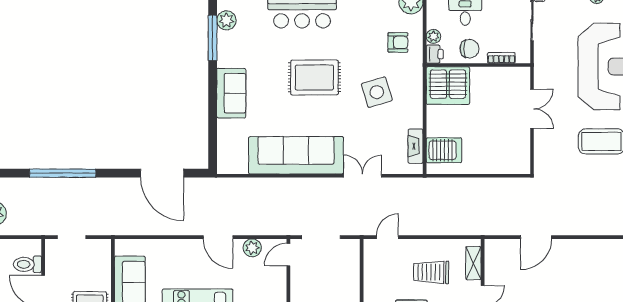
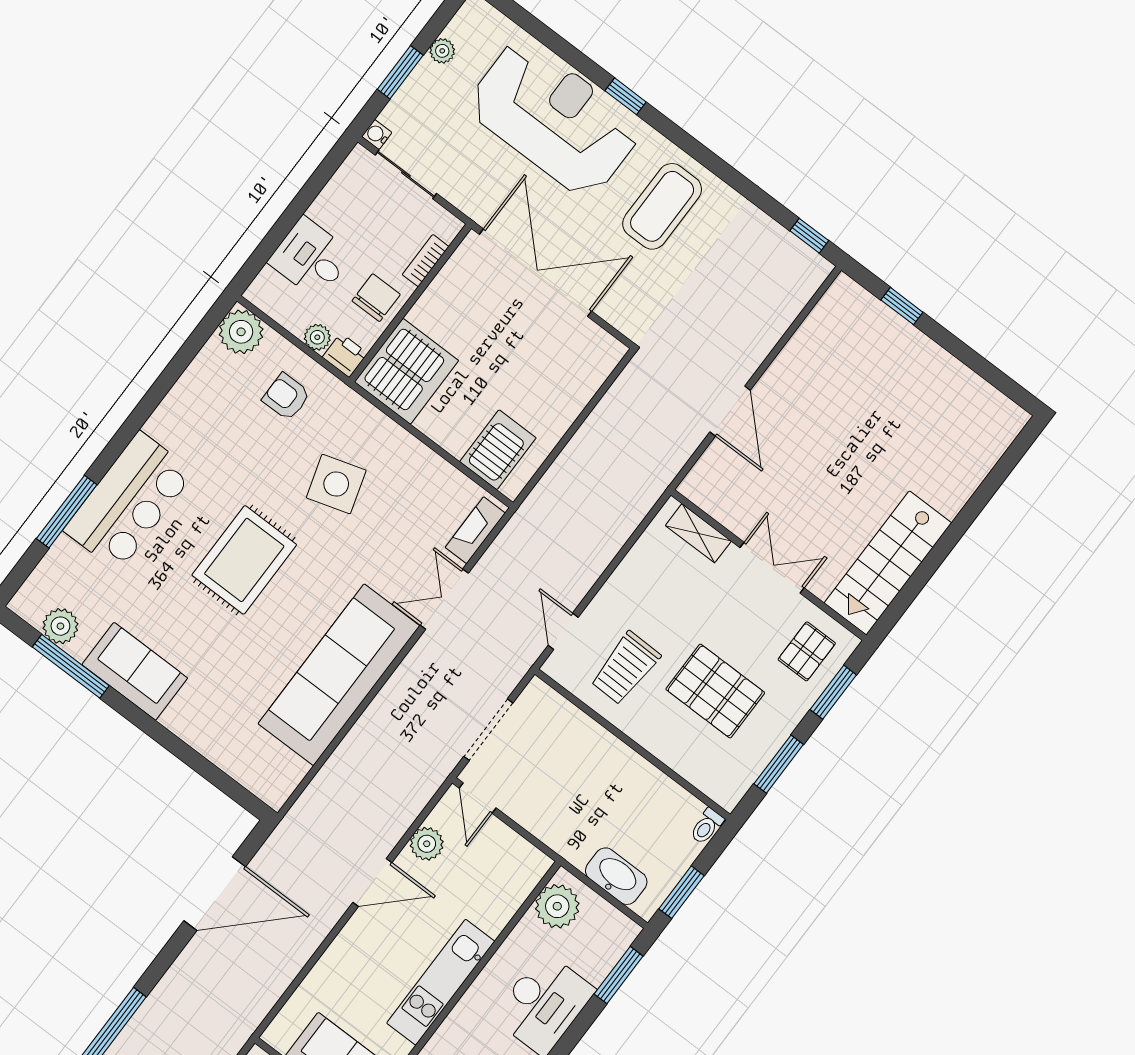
armchair: (398, 42) -> (286, 397), turned -90
sofa: (231, 93) -> (135, 671), moved
double door: (532, 109) -> (535, 273), width x1.87
fireplace: (416, 146) -> (475, 530), moved, turned 90
trolley: (431, 272) -> (625, 668), moved

